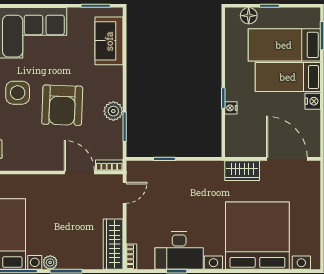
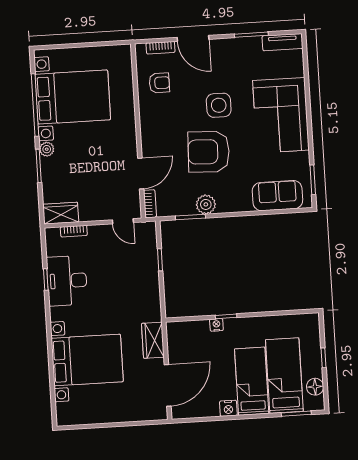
floor lamp: (249, 16) -> (315, 387), moved
bed with nightstands: (257, 236) -> (87, 360), width x0.73
wardrobe: (113, 244) -> (61, 213), width x0.67
bookcase: (131, 257) -> (74, 231), moved

